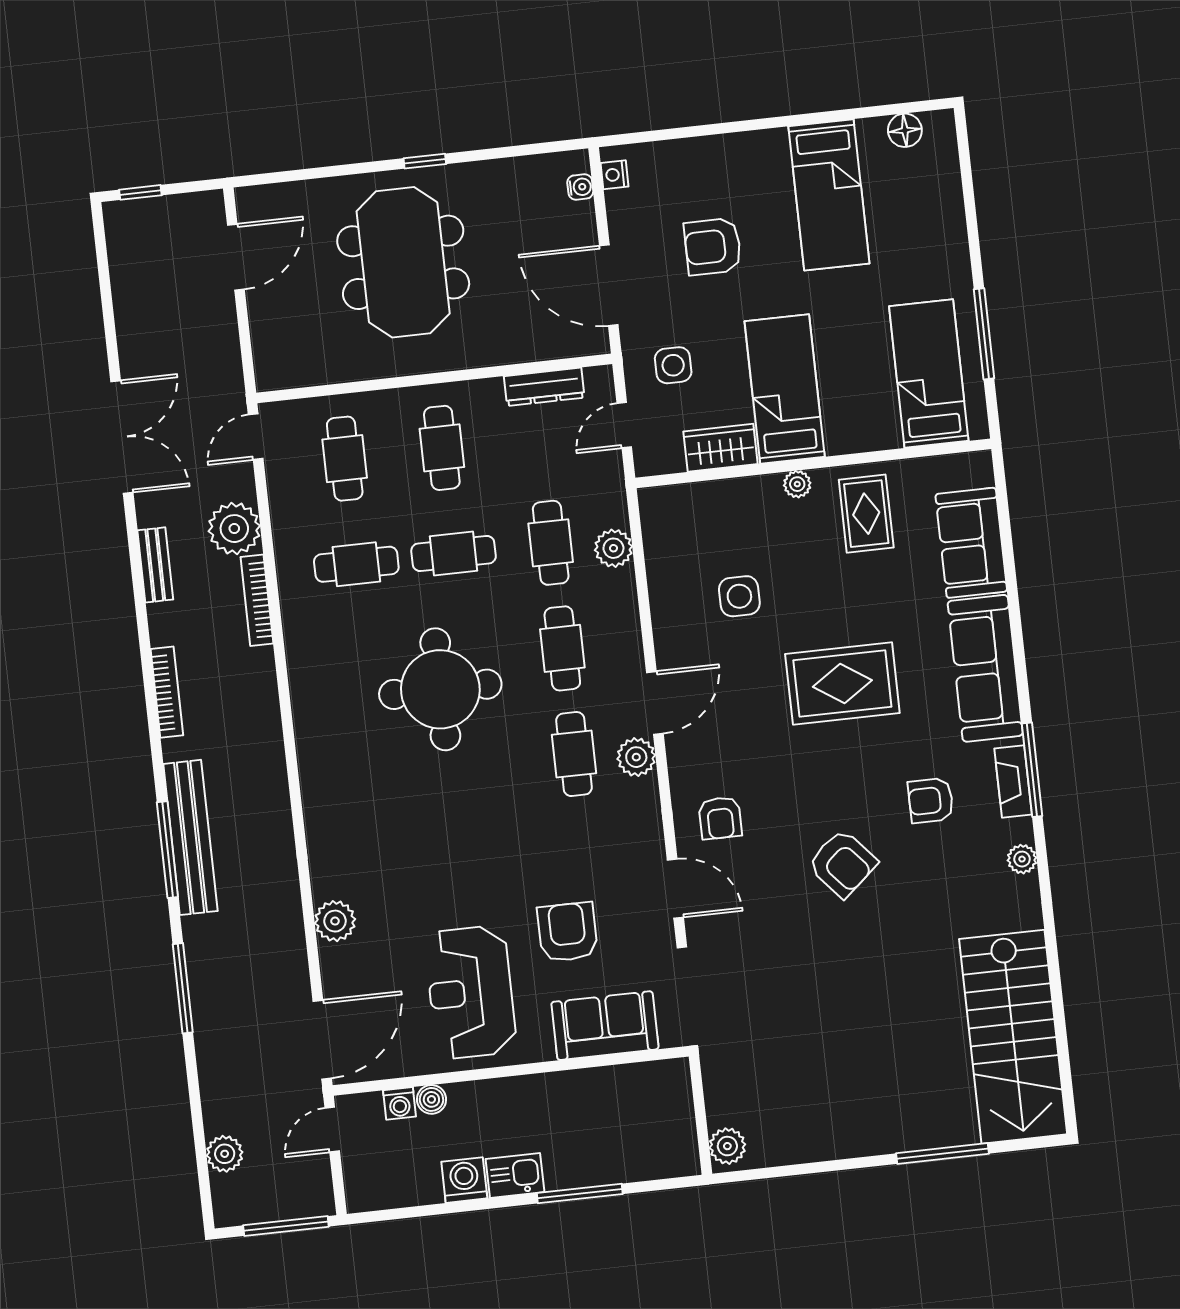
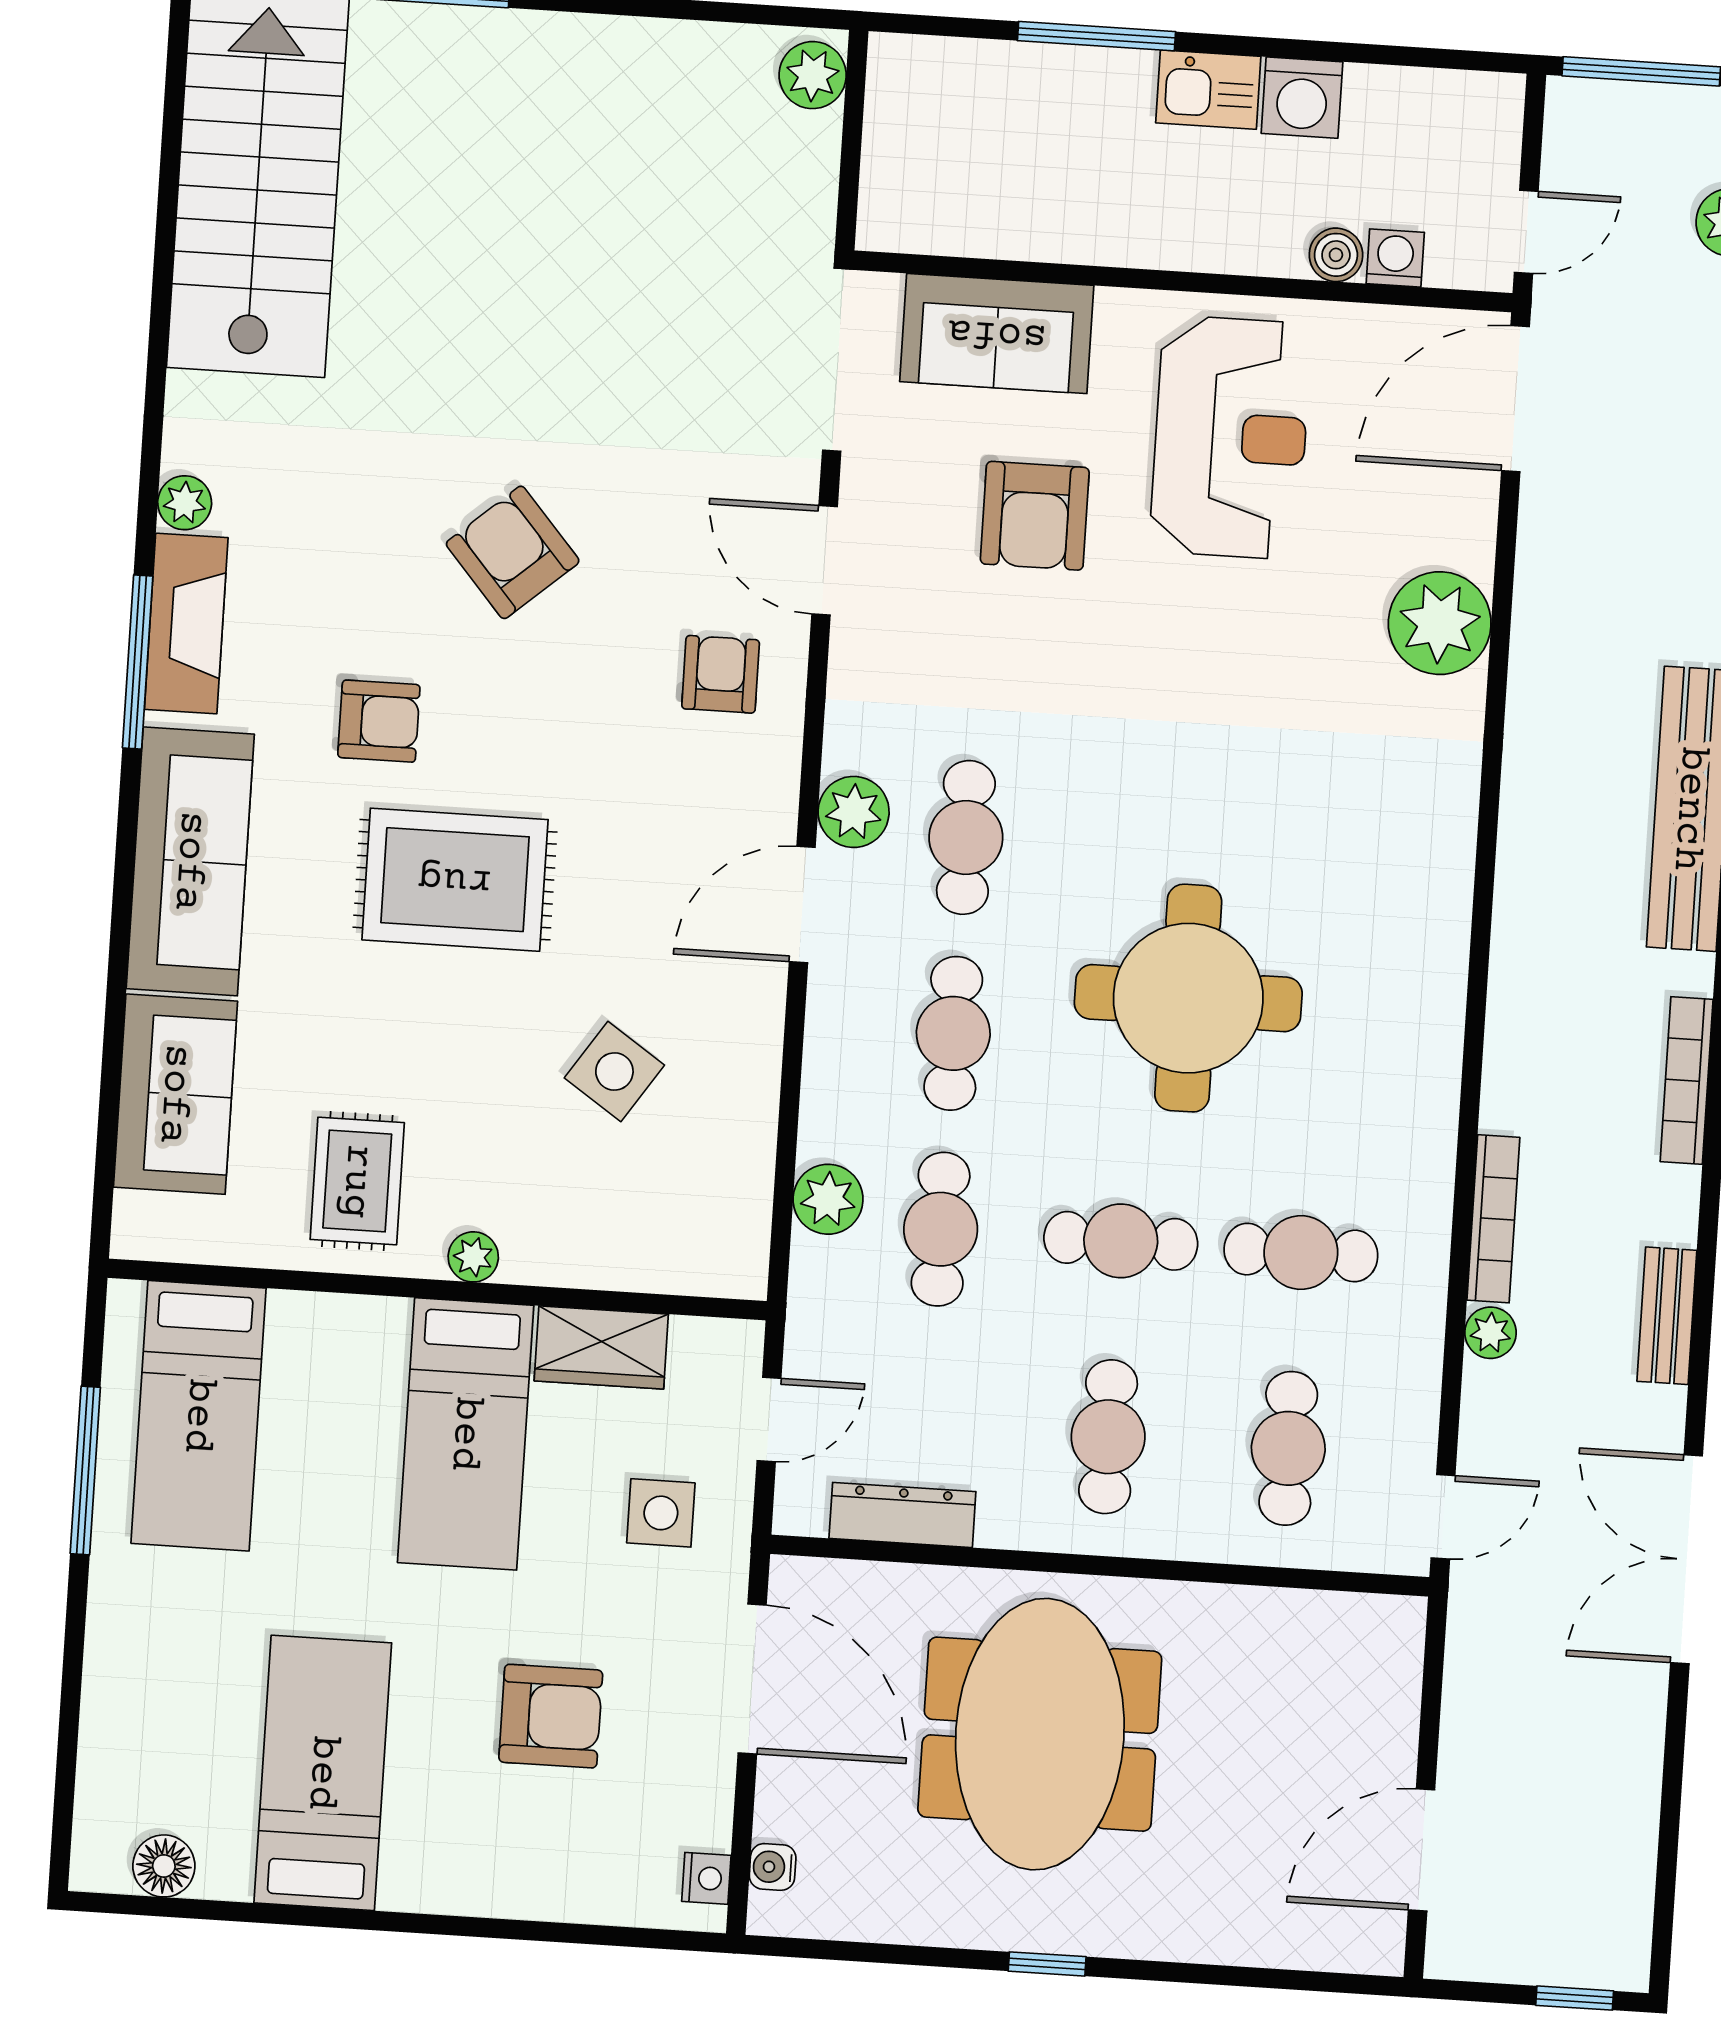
meeting table: (403, 262) -> (1040, 1734), moved
plant: (234, 529) -> (1490, 1333), width x0.53, depth x0.53
side table: (739, 596) -> (614, 1072), turned 34
fireplace: (1013, 781) -> (186, 624), width x1.37, depth x1.32
armchair: (931, 800) -> (379, 721), moved
plant: (335, 921) -> (1440, 623), width x1.36, depth x1.36

